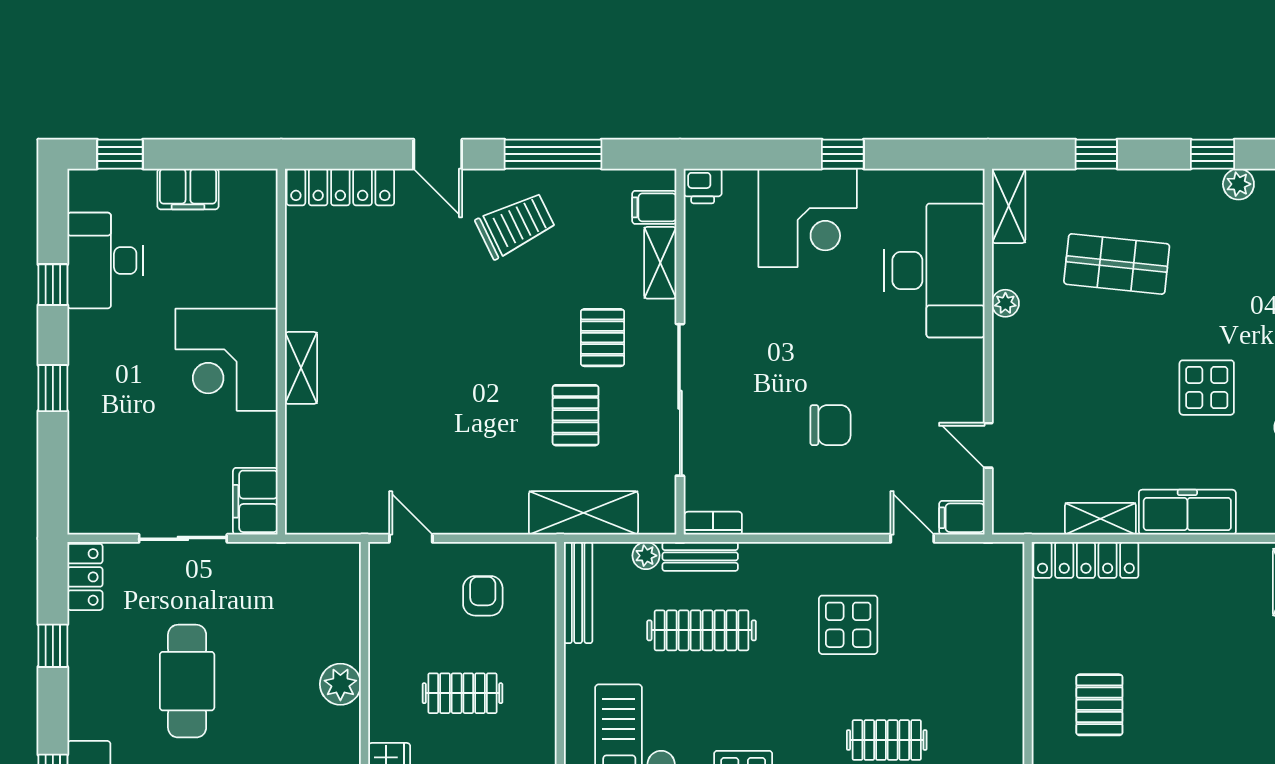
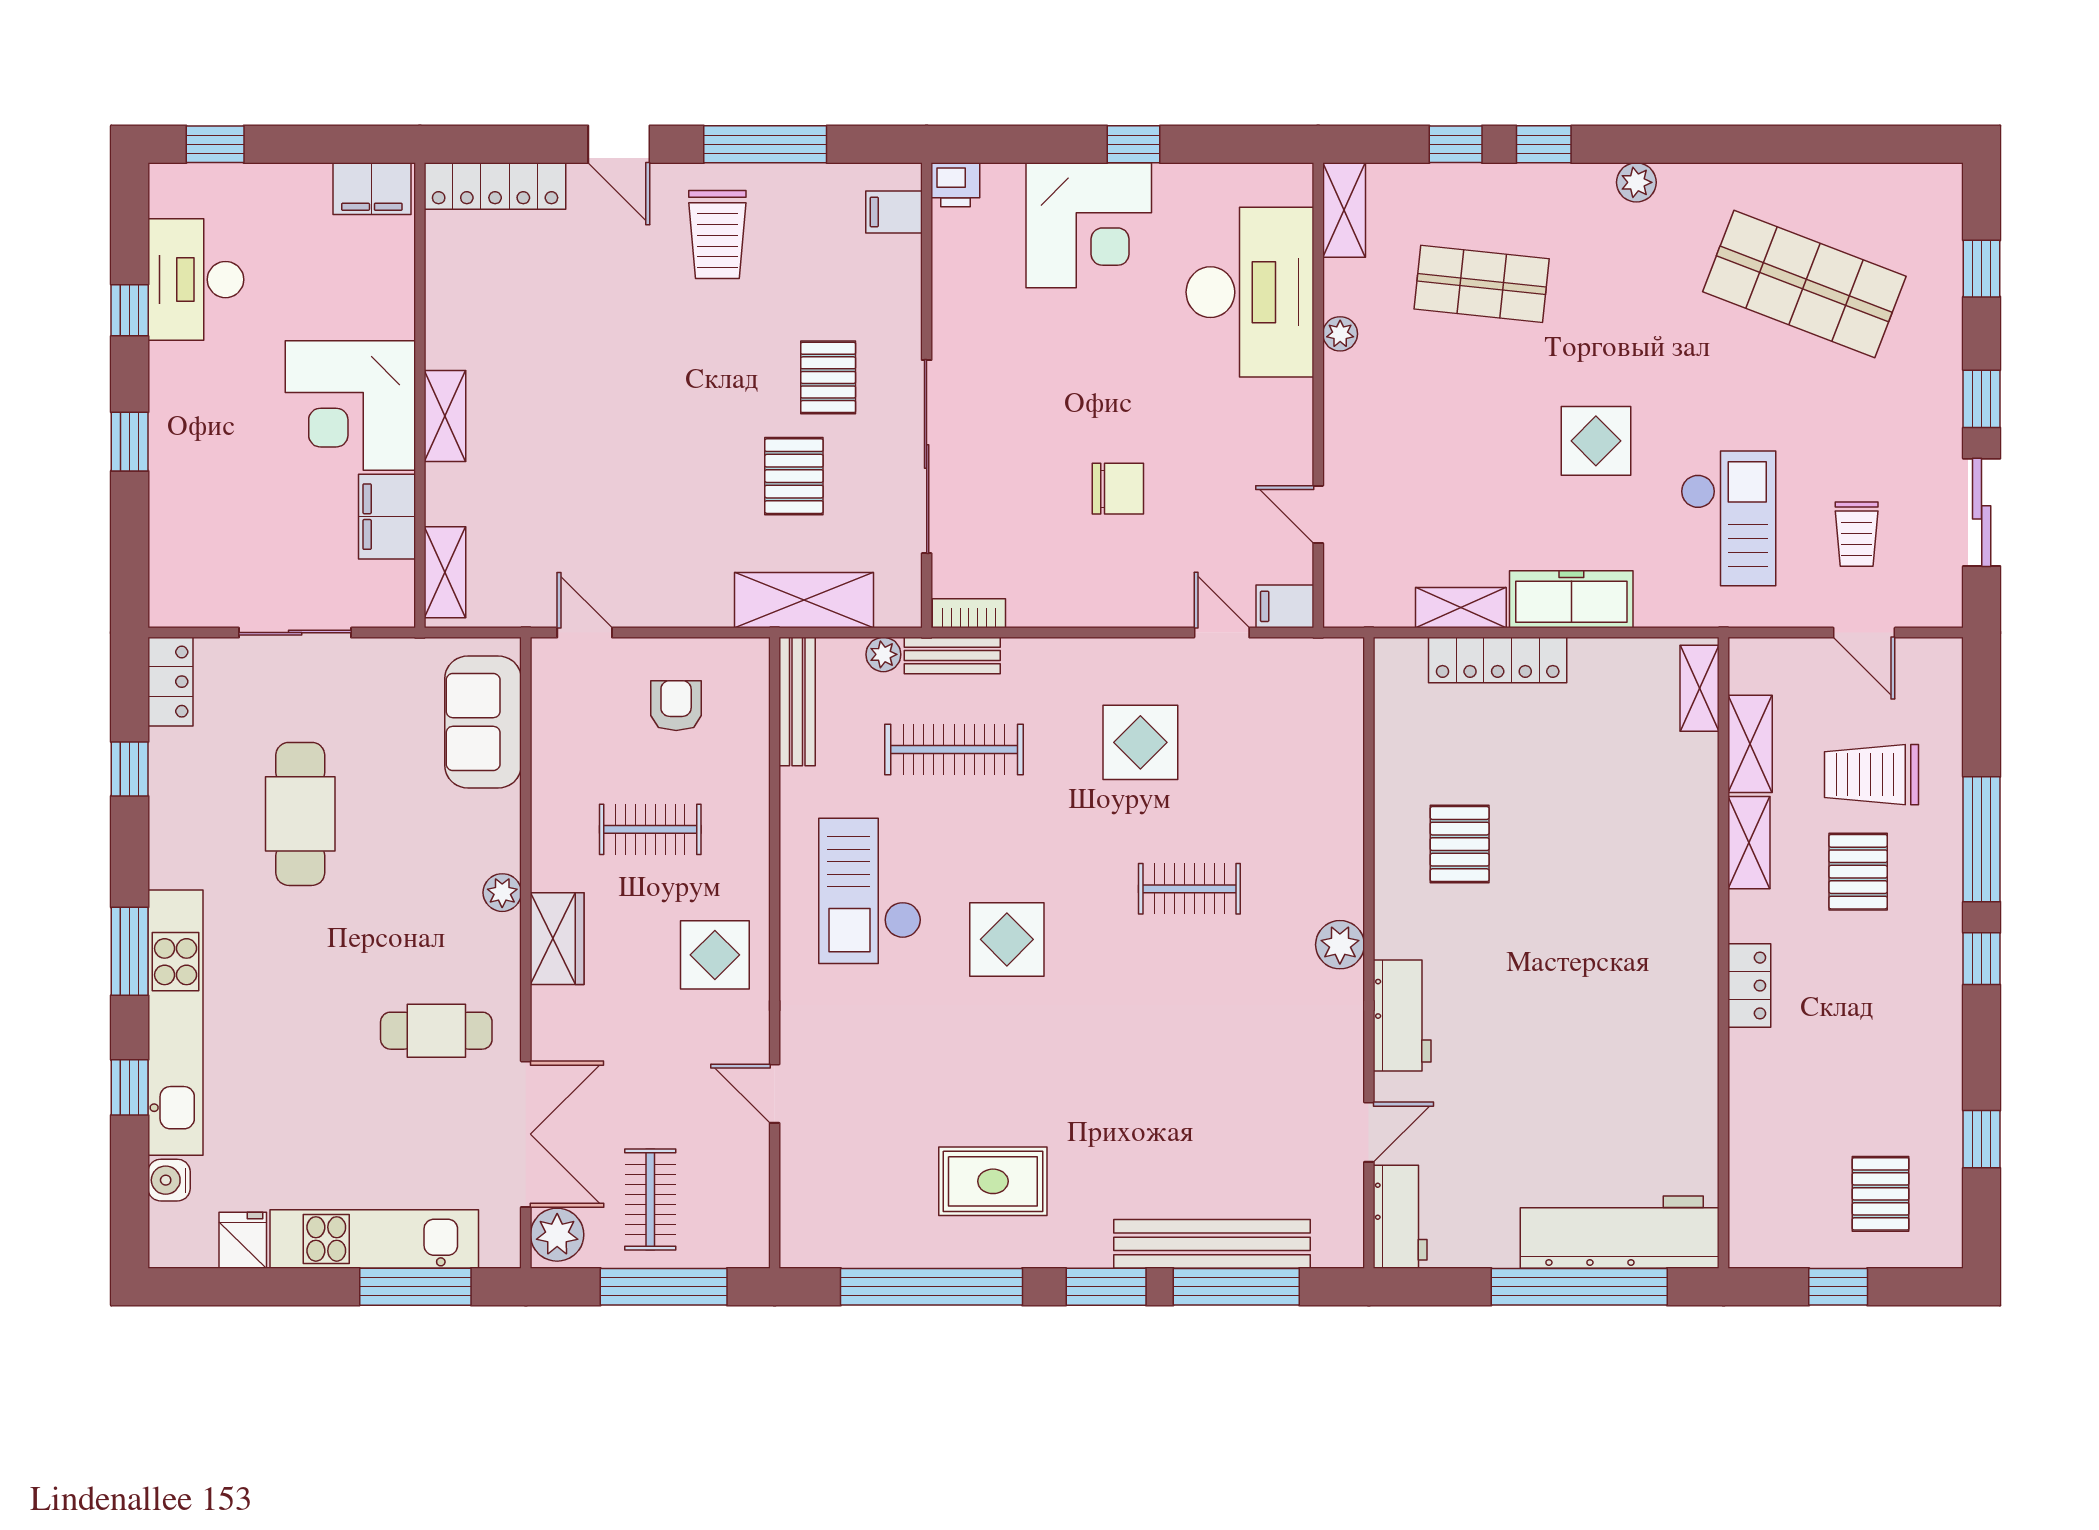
window: (1213, 154) -> (1544, 144), moved
filing cabinet: (188, 189) -> (372, 189), moved
trolley: (515, 225) -> (717, 234), turned 116
shelving: (660, 263) -> (445, 572), moved
filing cabinet: (255, 501) -> (387, 517), moved
locker: (1086, 560) -> (1498, 660), moved
sofa: (331, 609) -> (483, 722), added
plant: (340, 684) -> (502, 893), moved, width x0.73, depth x0.73

